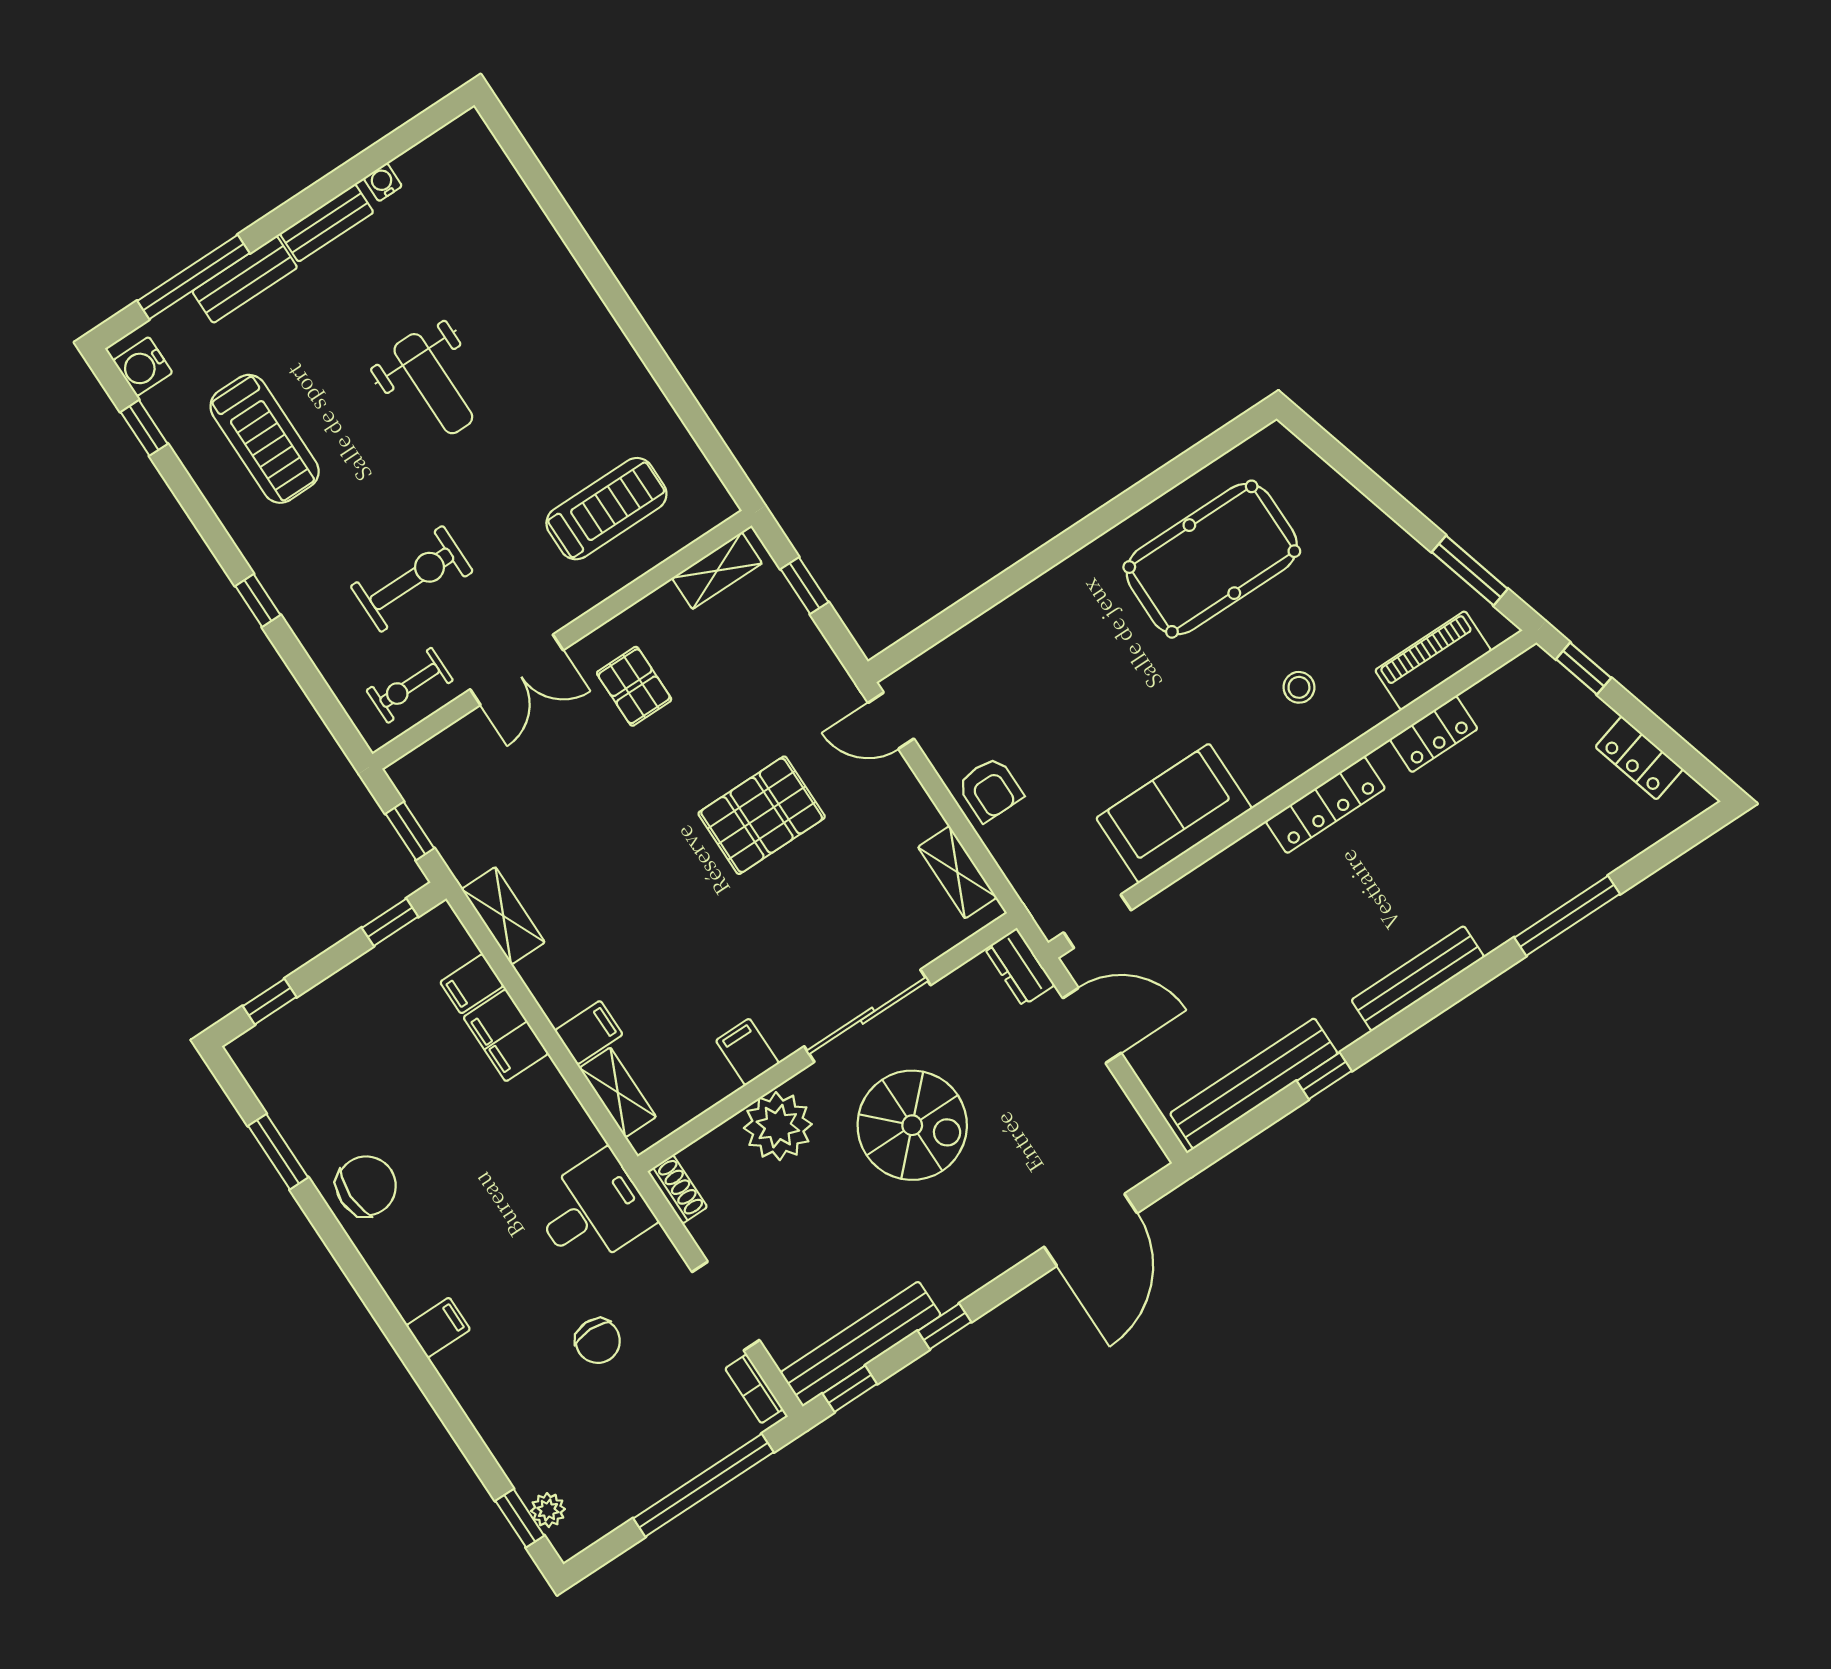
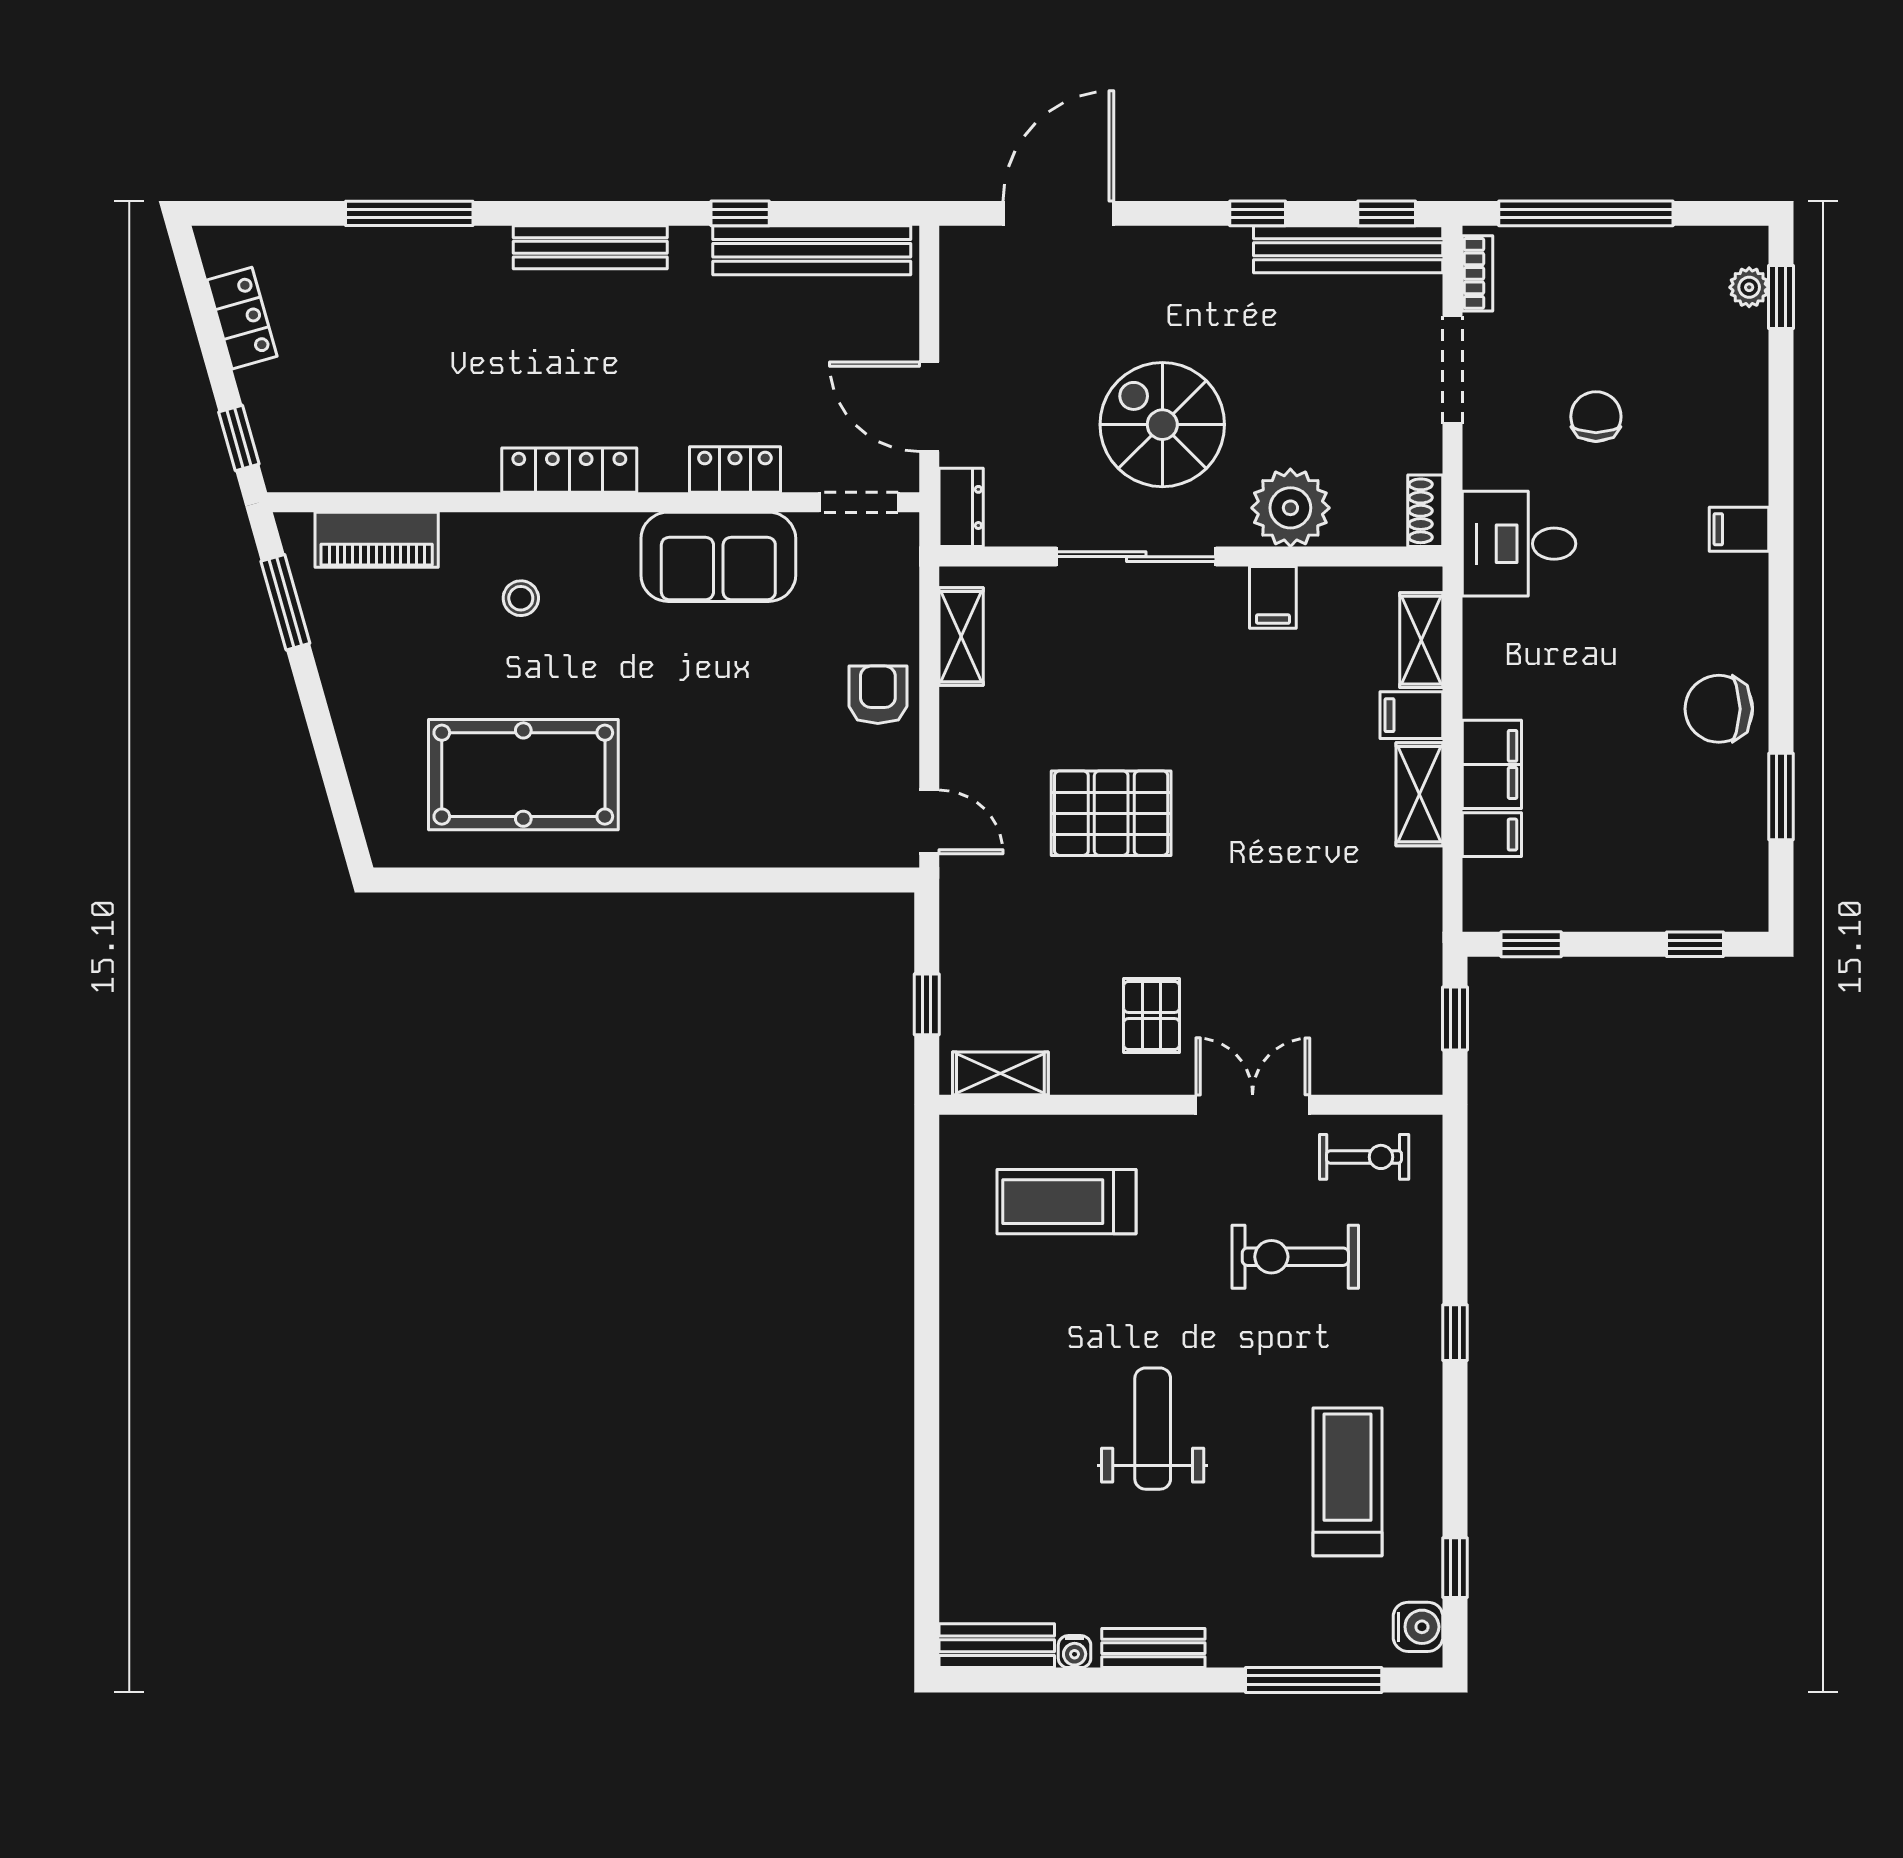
bench: (245, 279) -> (997, 1646), moved
locker: (1434, 734) -> (735, 469), moved
shelving: (503, 916) -> (1419, 794), moved

